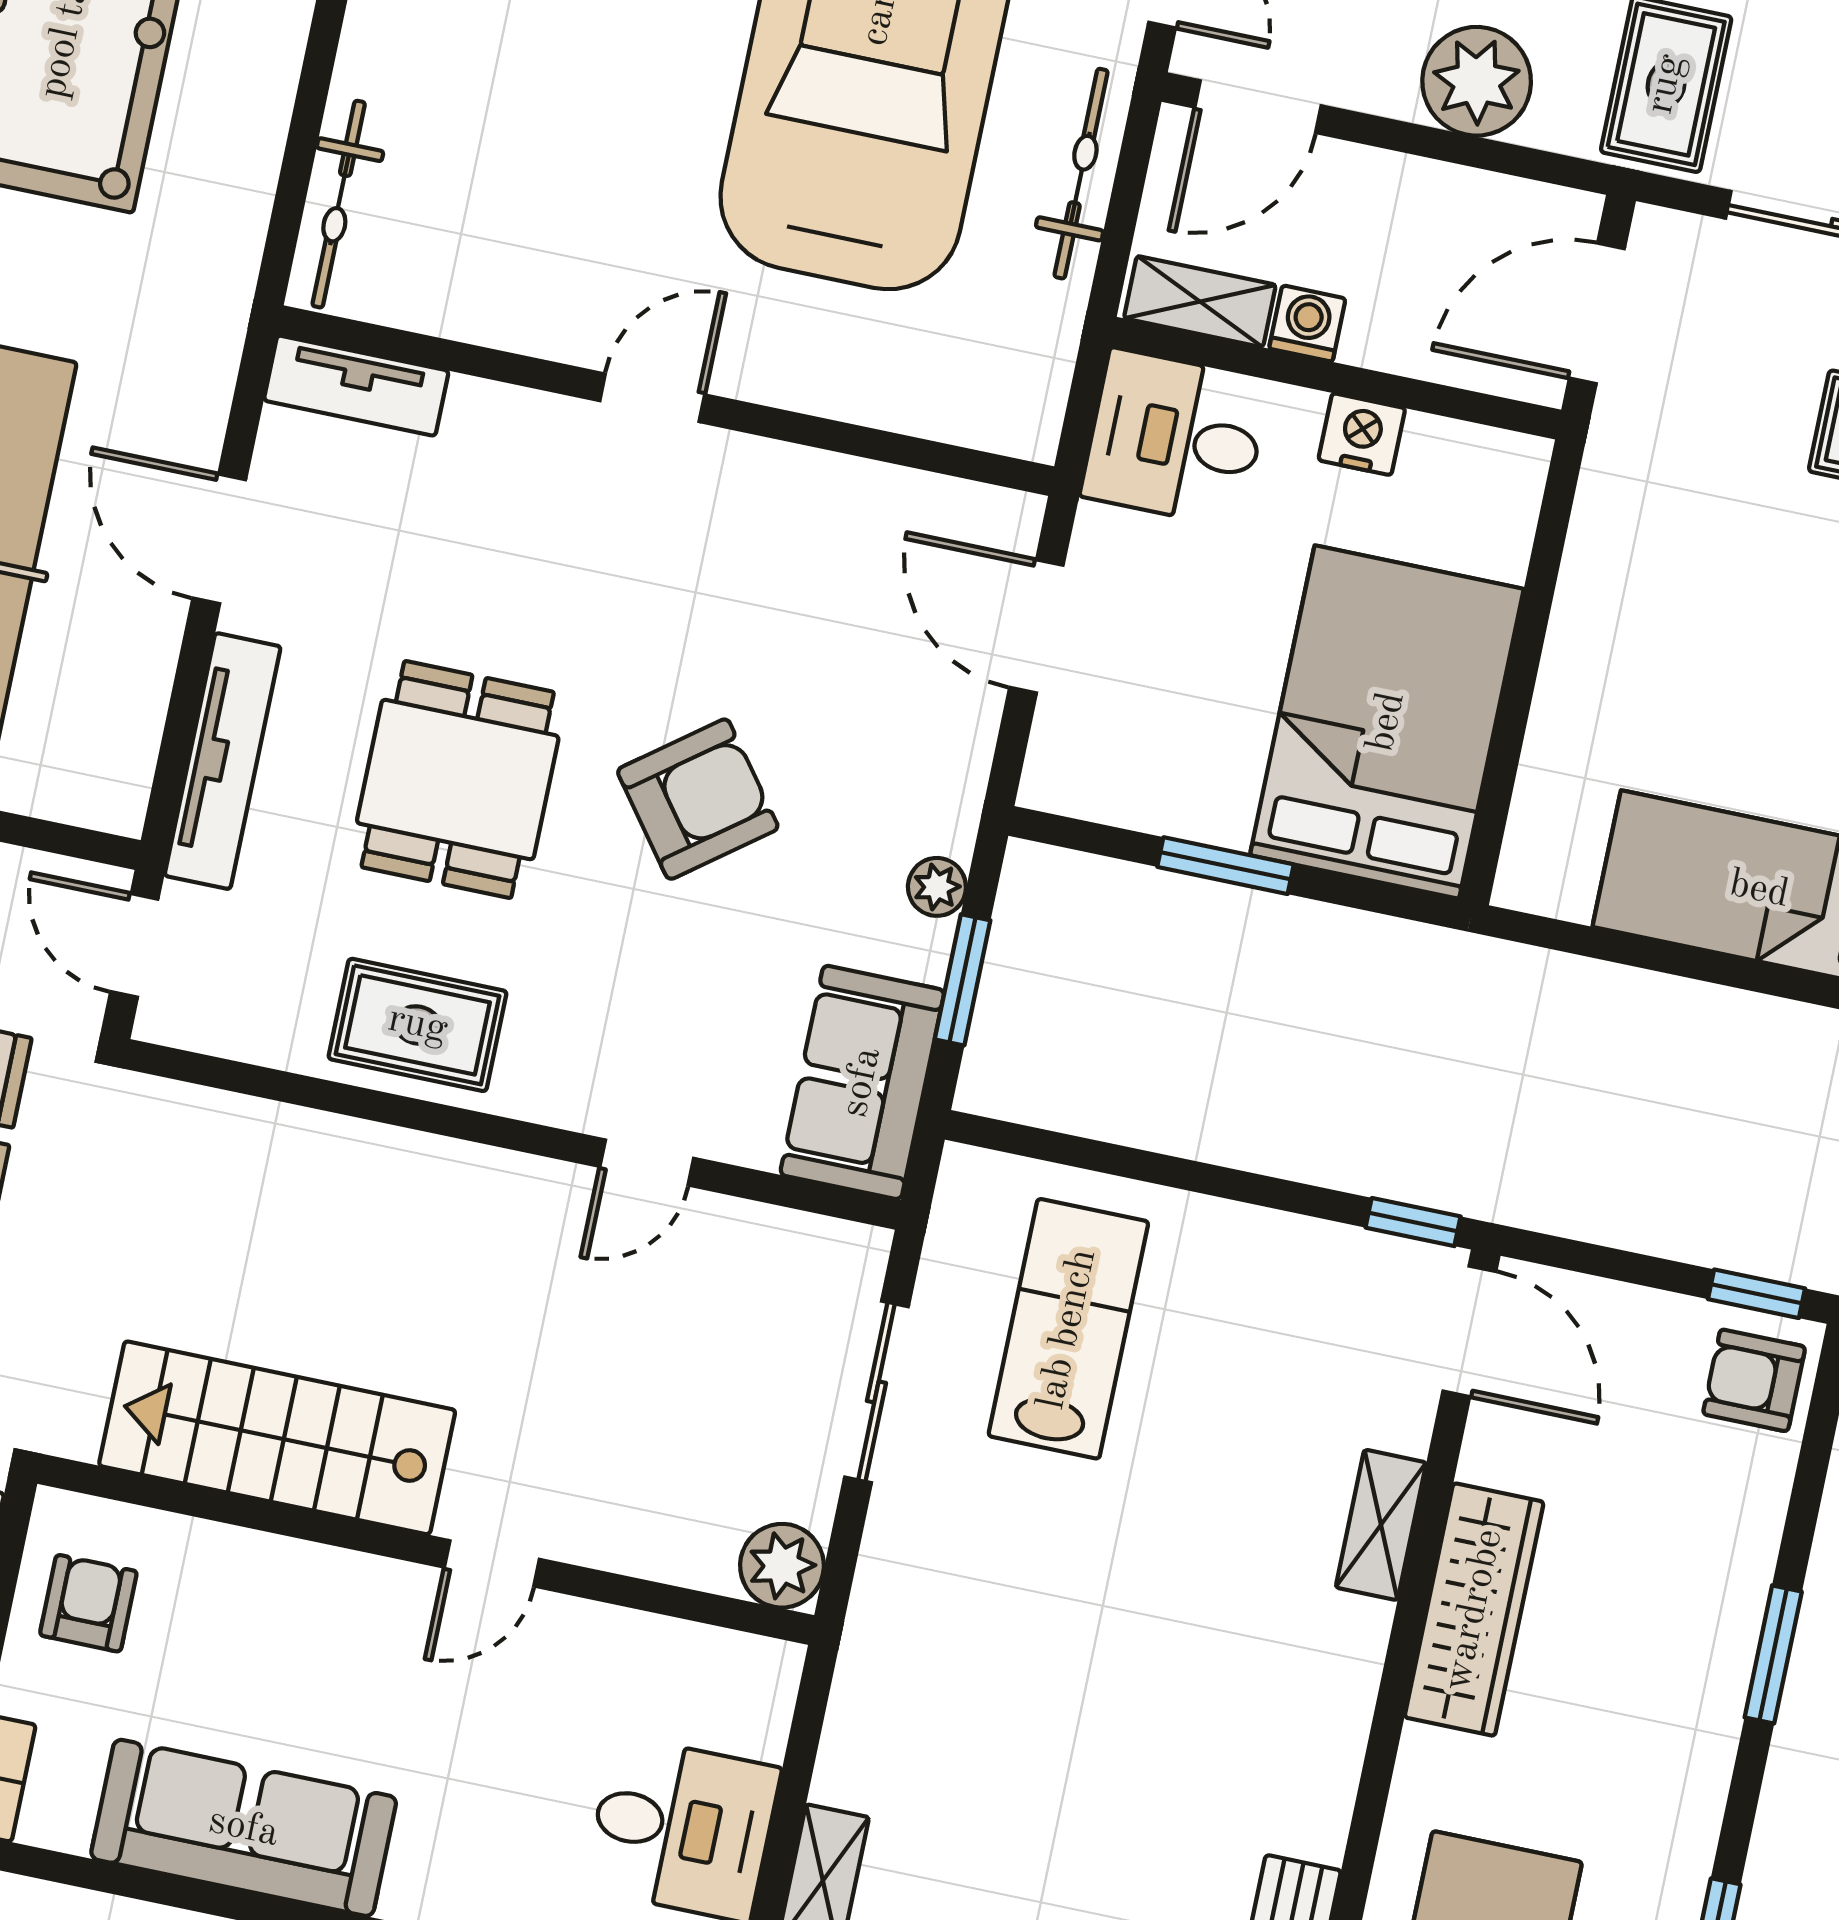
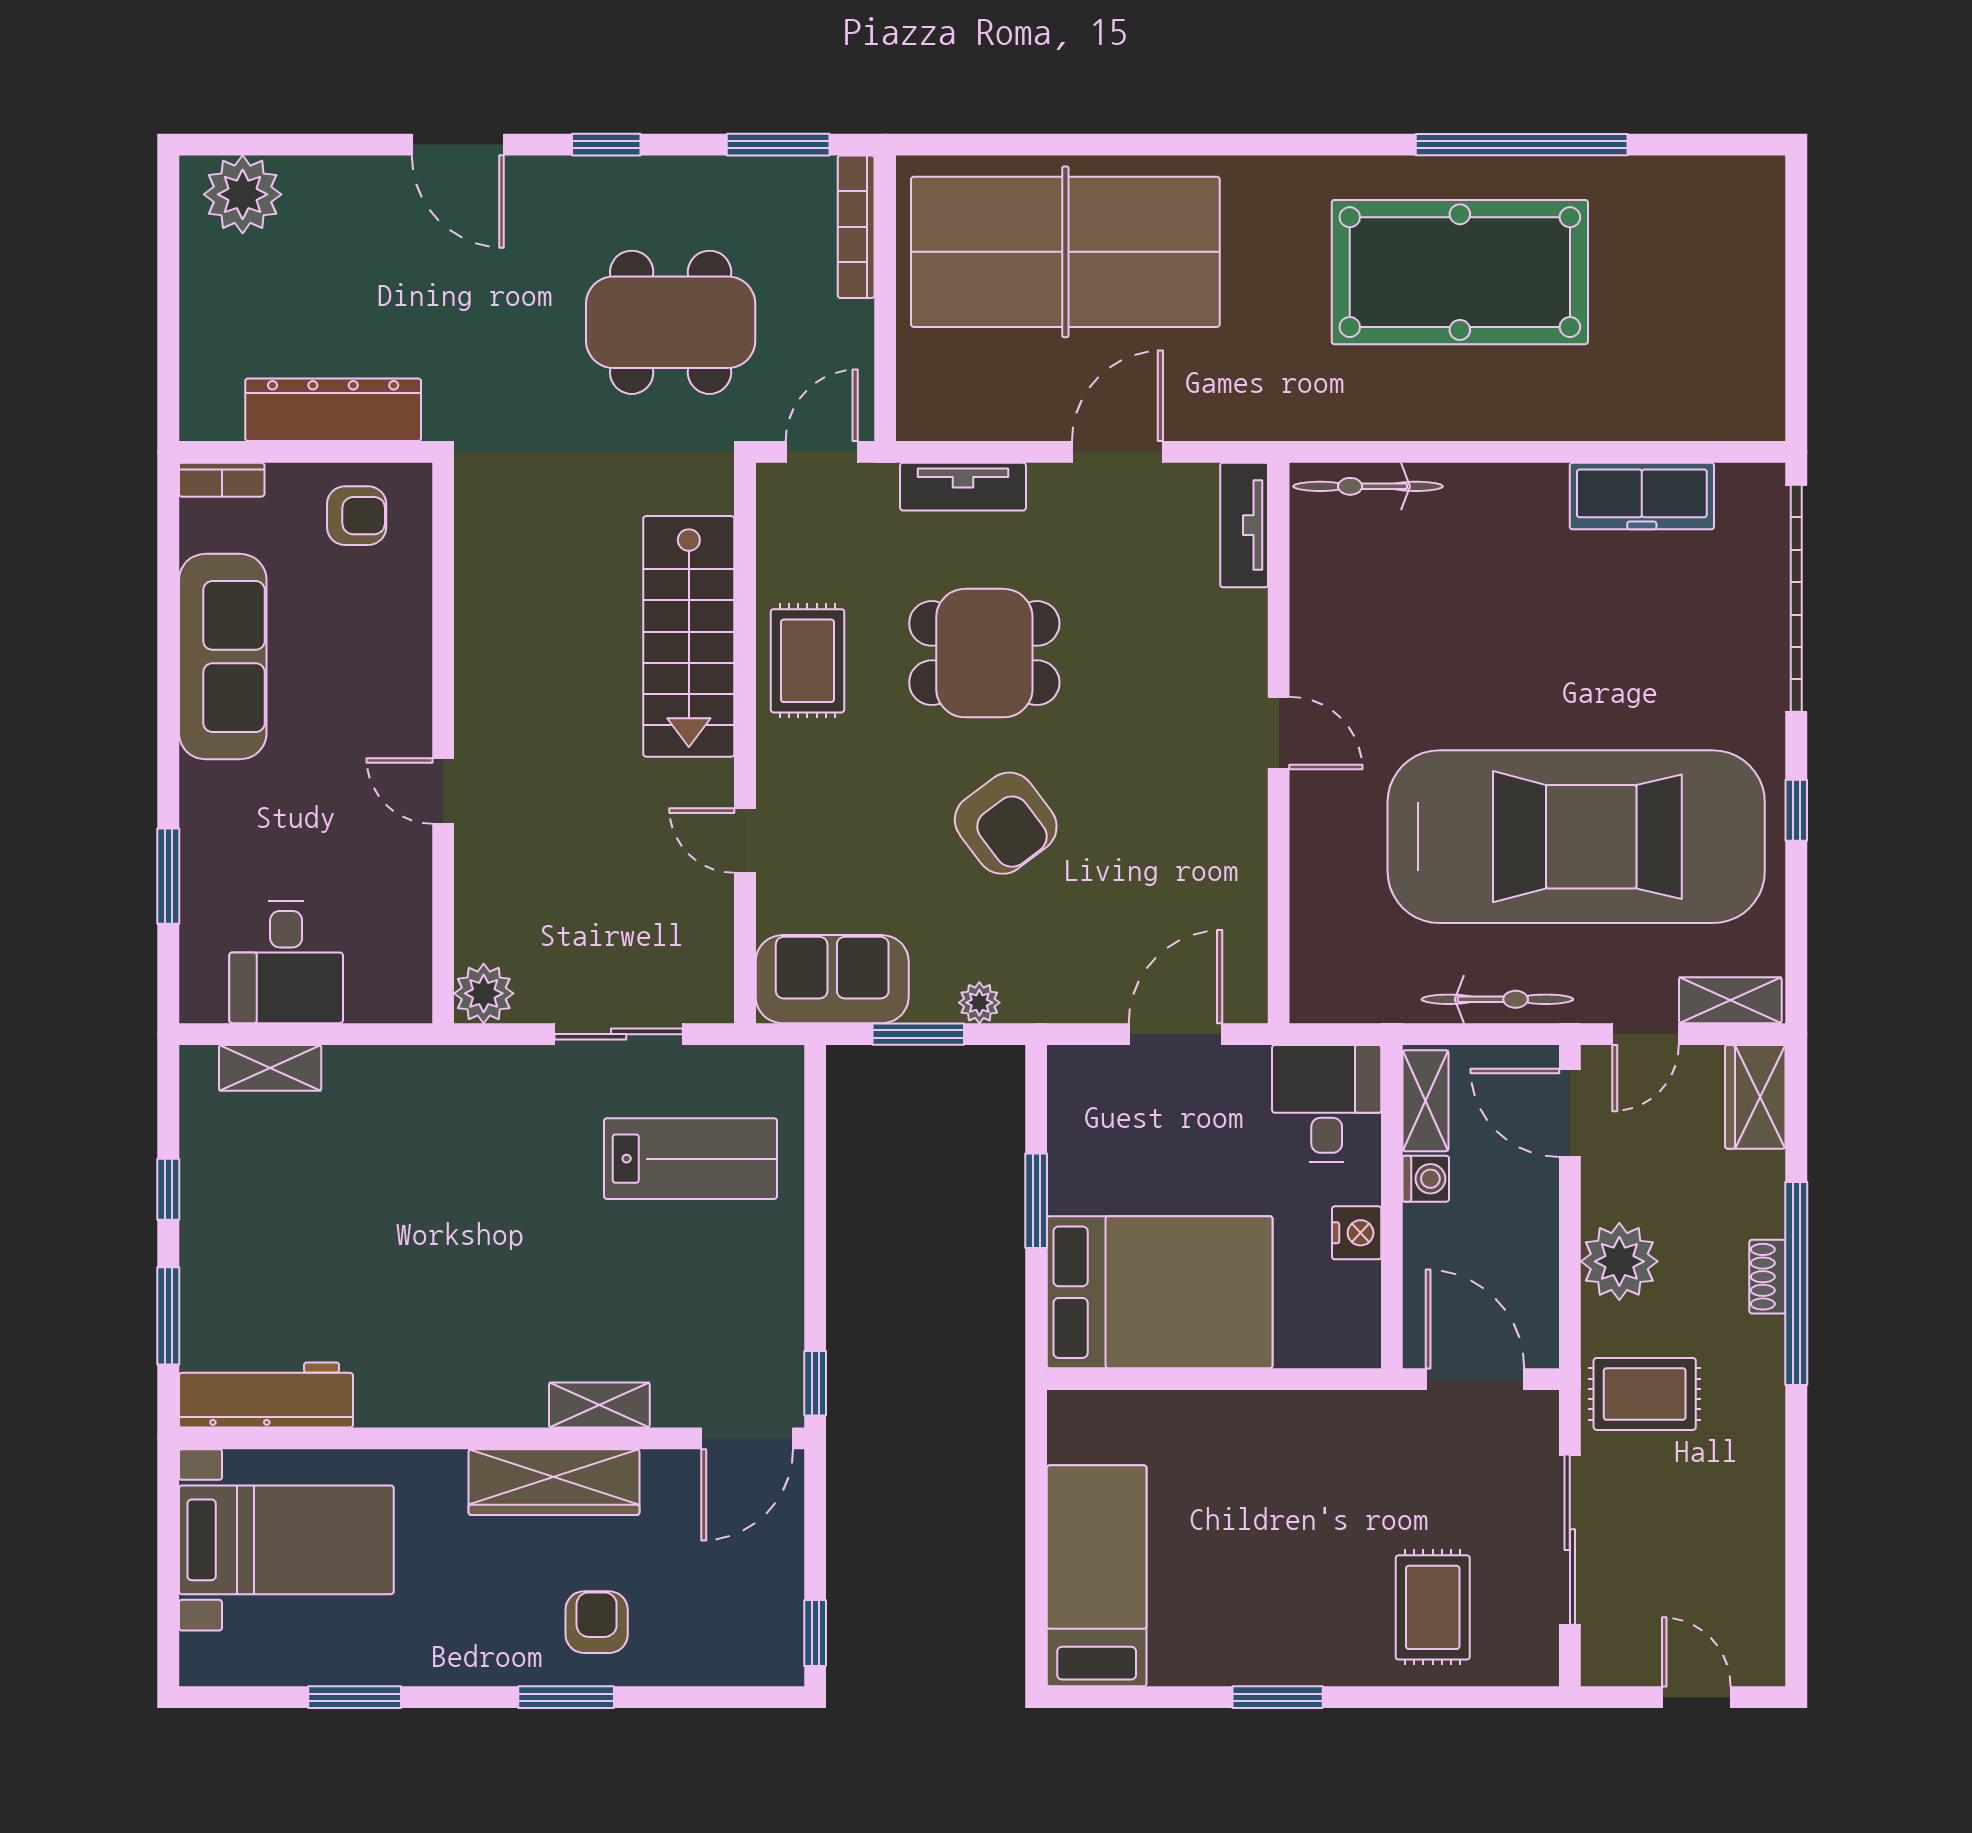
tv unit: (223, 761) -> (963, 487), width x0.71
armchair: (1754, 1380) -> (597, 1622), moved
stairs: (277, 1438) -> (689, 636), moved, turned 180

